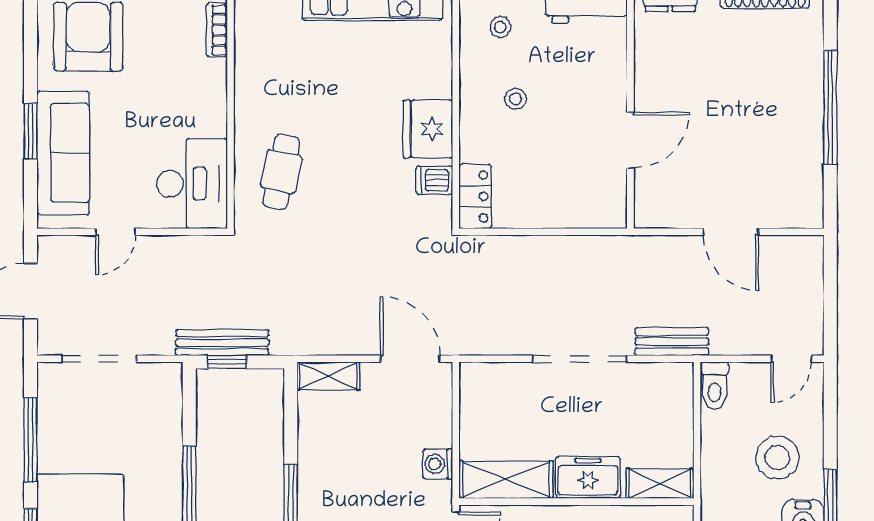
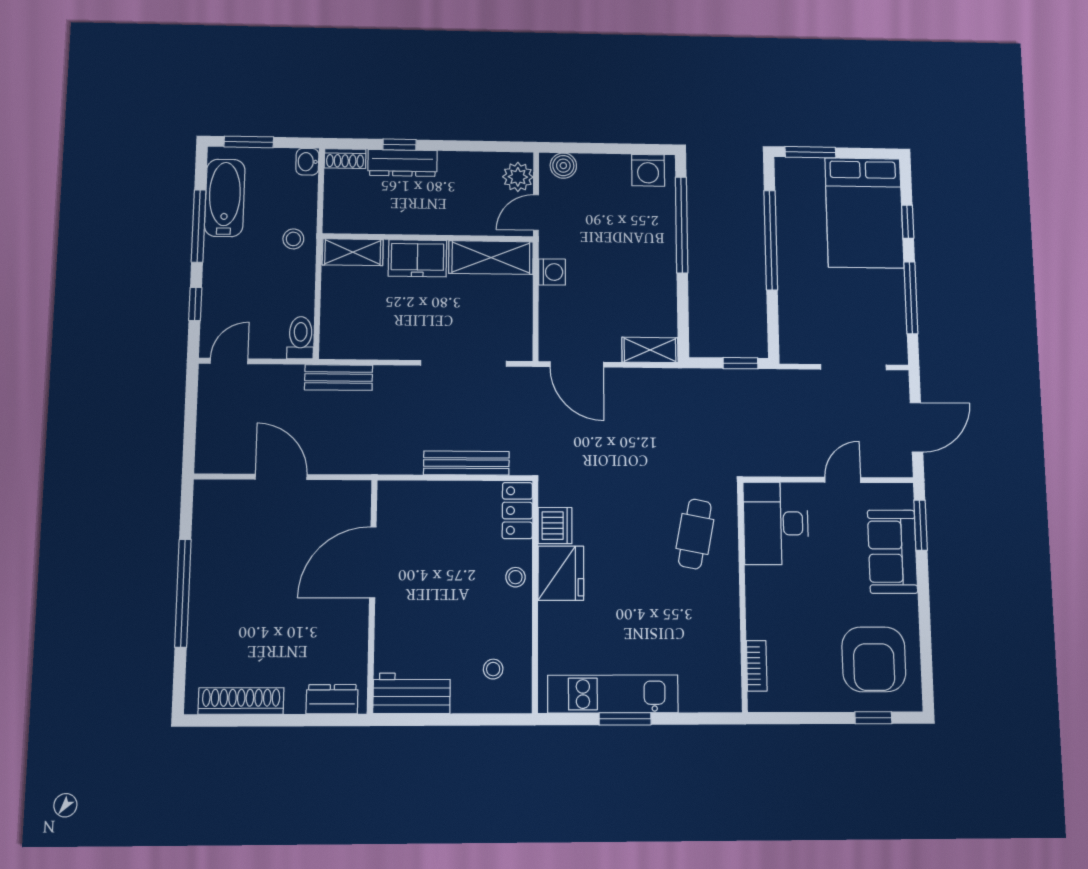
stool: (515, 99) -> (515, 577), moved
window: (30, 131) -> (921, 525), moved
door: (630, 140) -> (373, 562), width x1.36
sofa: (63, 153) -> (892, 552), width x0.73
dishwasher: (434, 180) -> (555, 526), width x1.38
bench: (222, 343) -> (466, 463), moved
doorway: (579, 359) -> (464, 363), moved
window: (830, 422) -> (195, 304), added
stool: (777, 458) -> (293, 239), moved, width x0.53, depth x0.53

